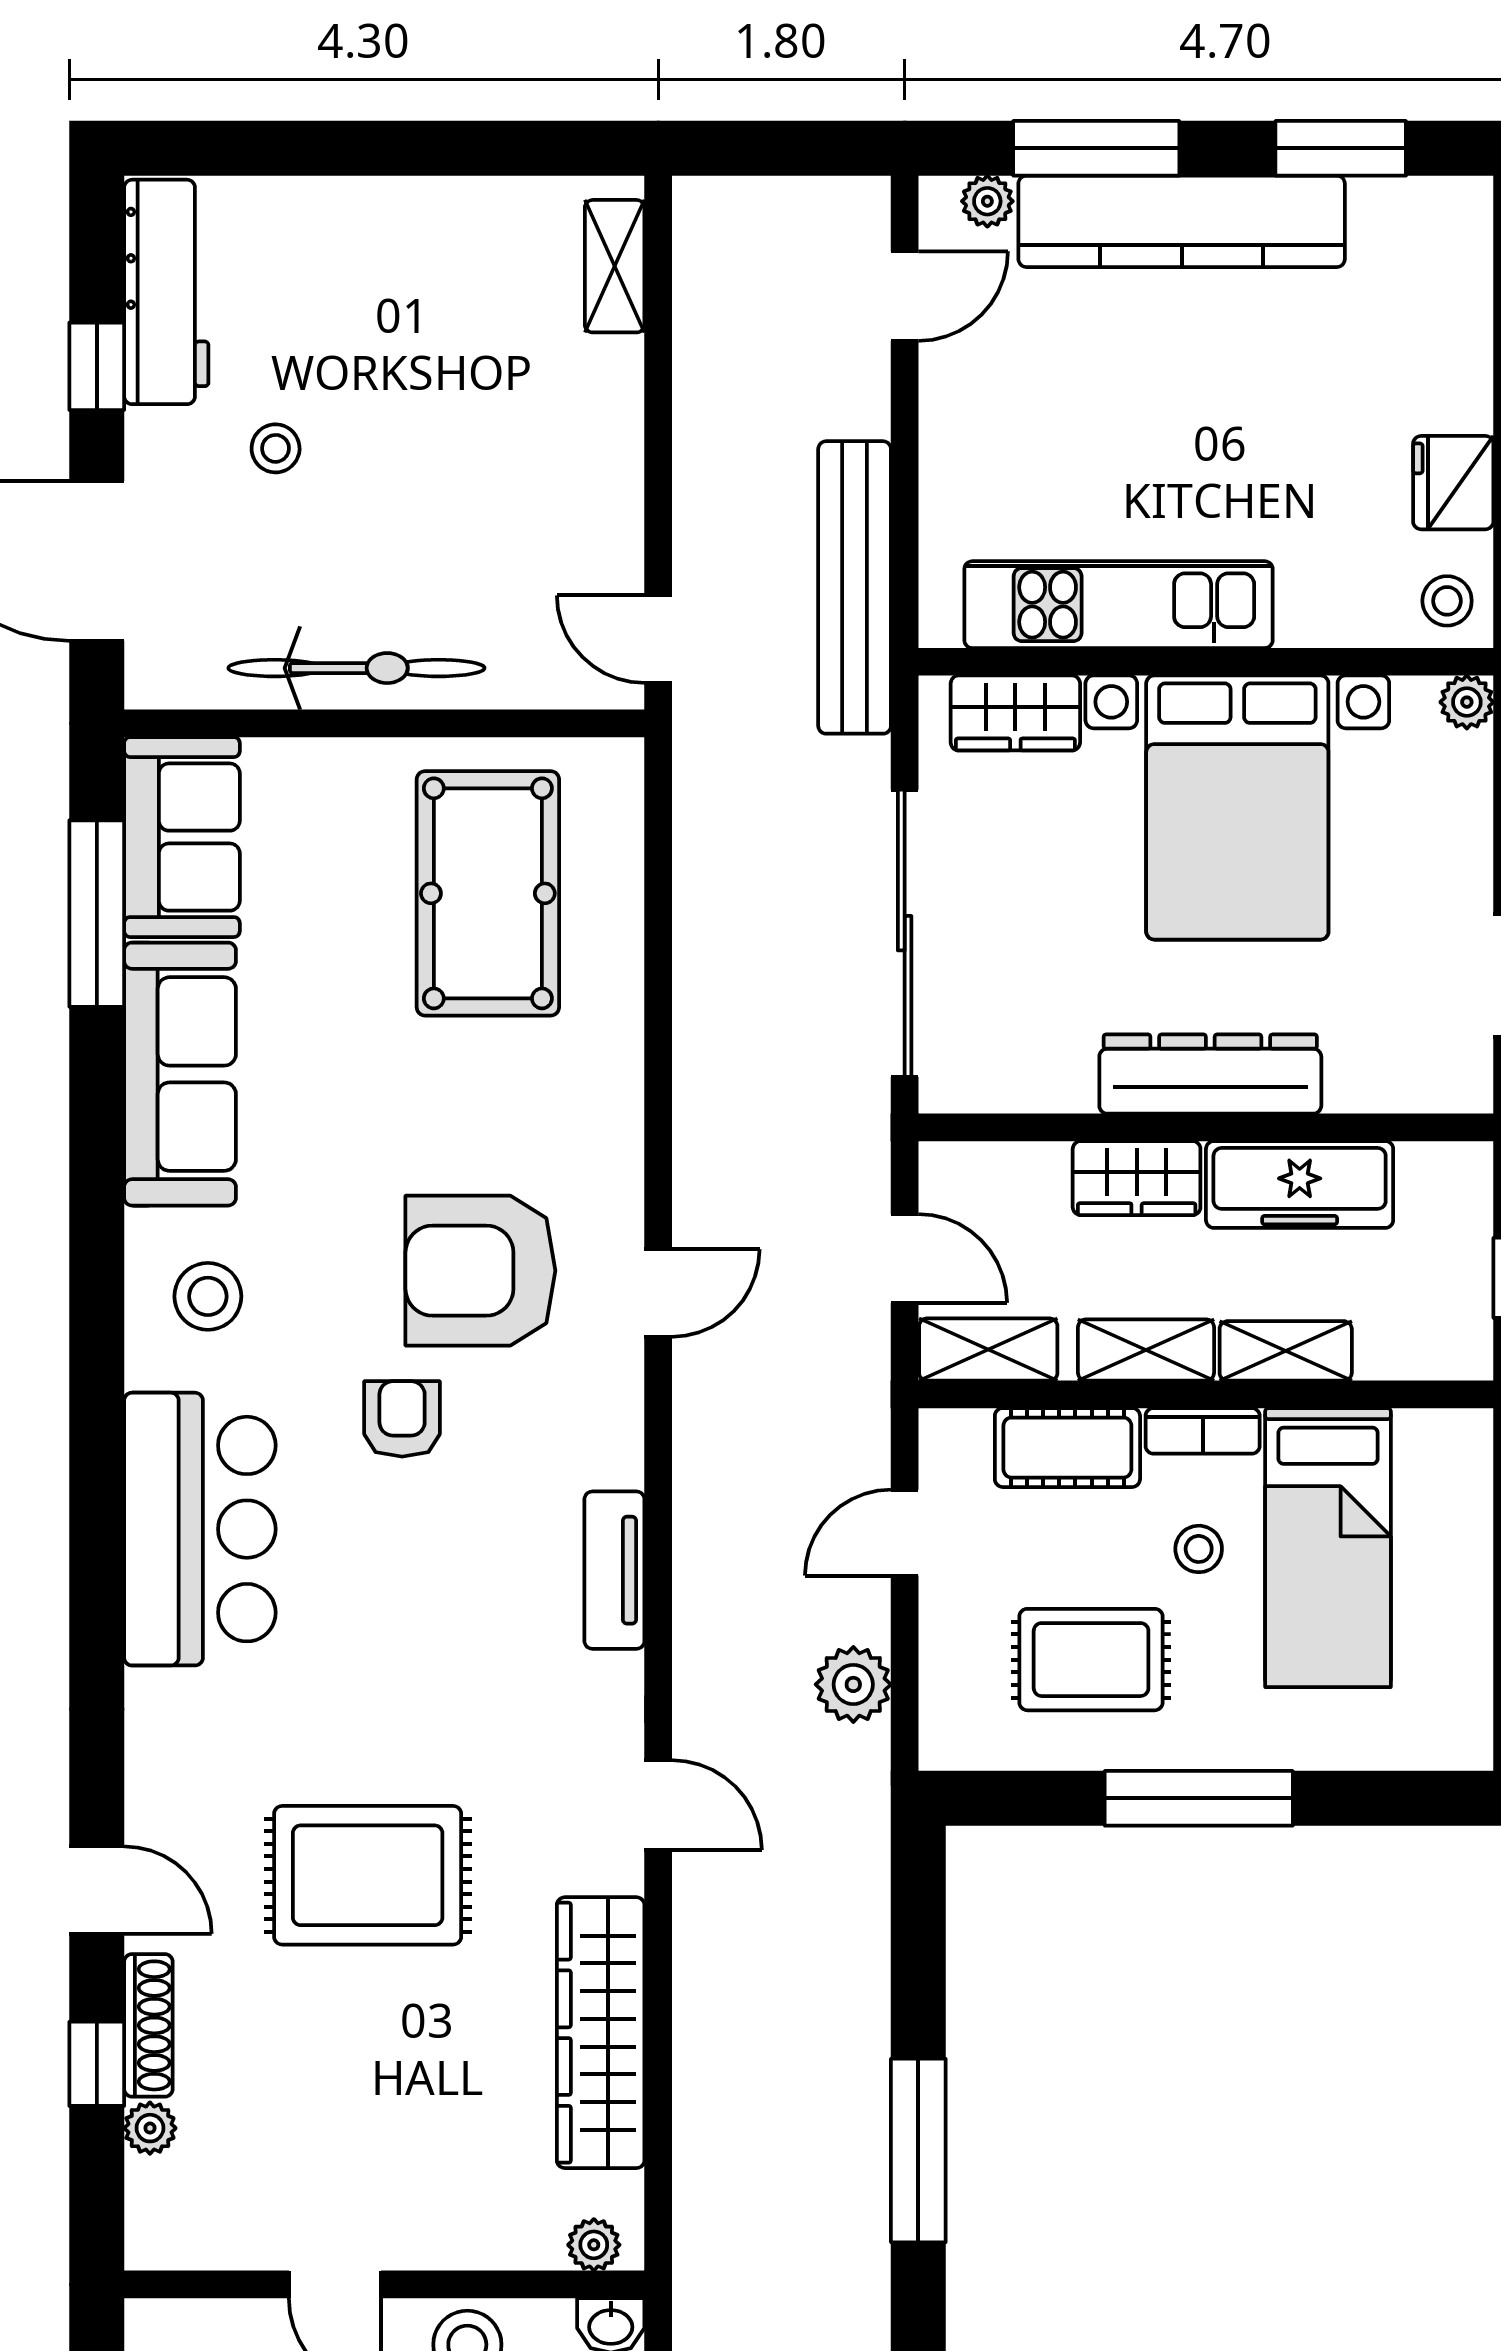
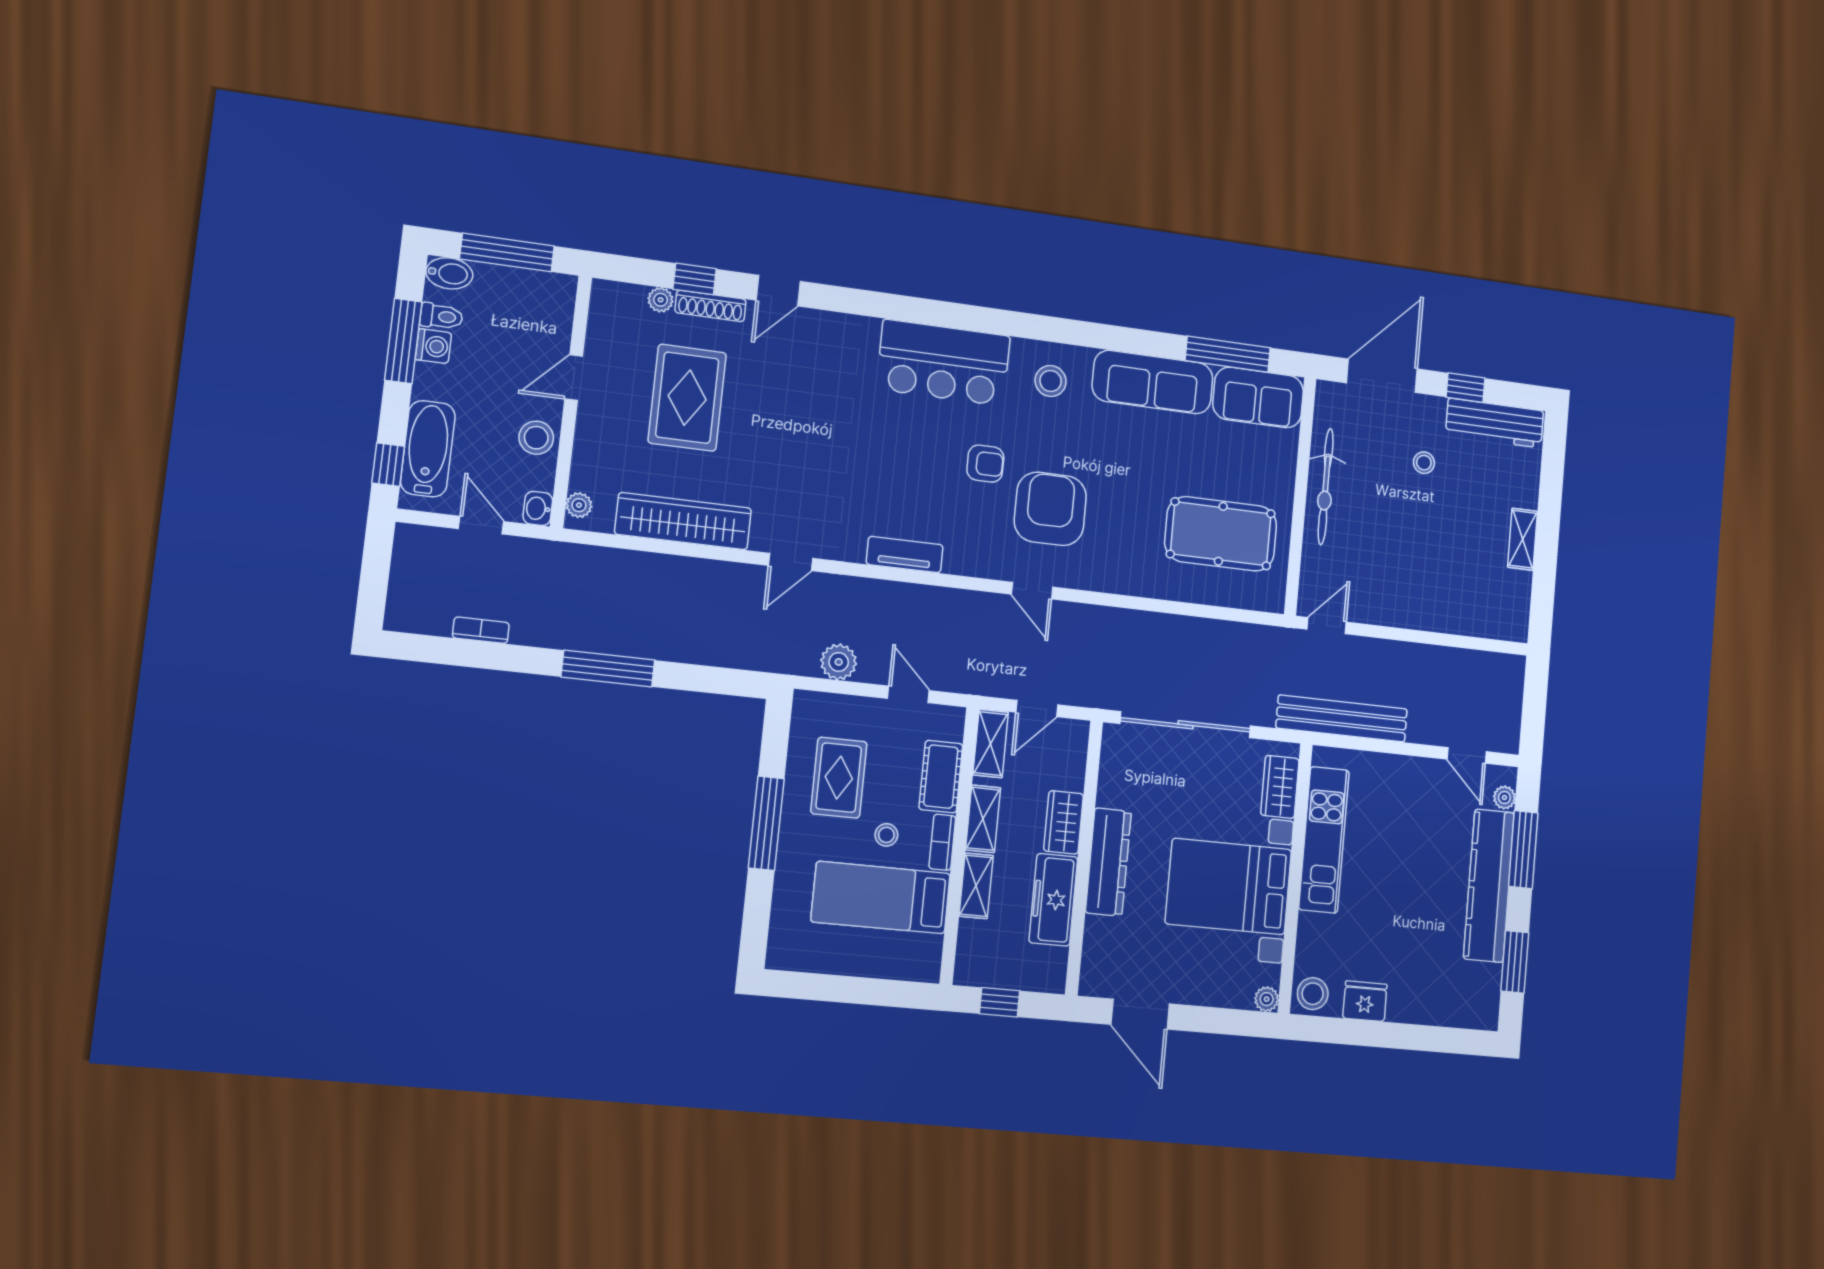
shelving: (615, 266) -> (1523, 539), moved, turned 90
stool: (1447, 601) -> (1313, 994), width x1.37, depth x1.37
rug: (368, 1875) -> (687, 398), moved

